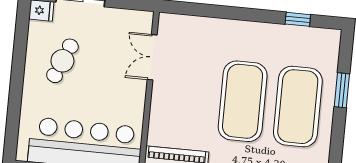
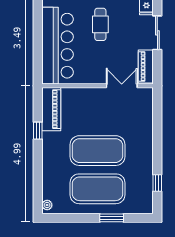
piano: (128, 20) -> (146, 66), added
cafe table: (62, 61) -> (100, 24), moved, turned 67

